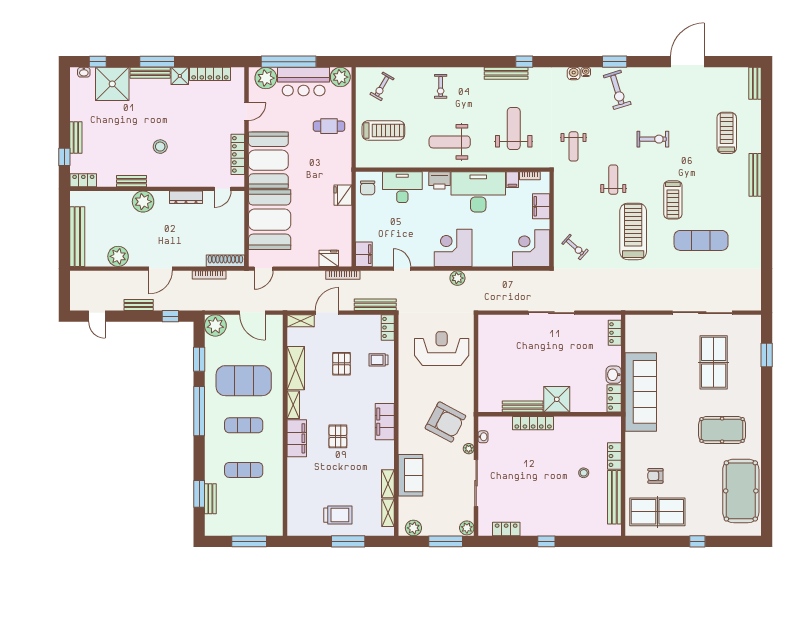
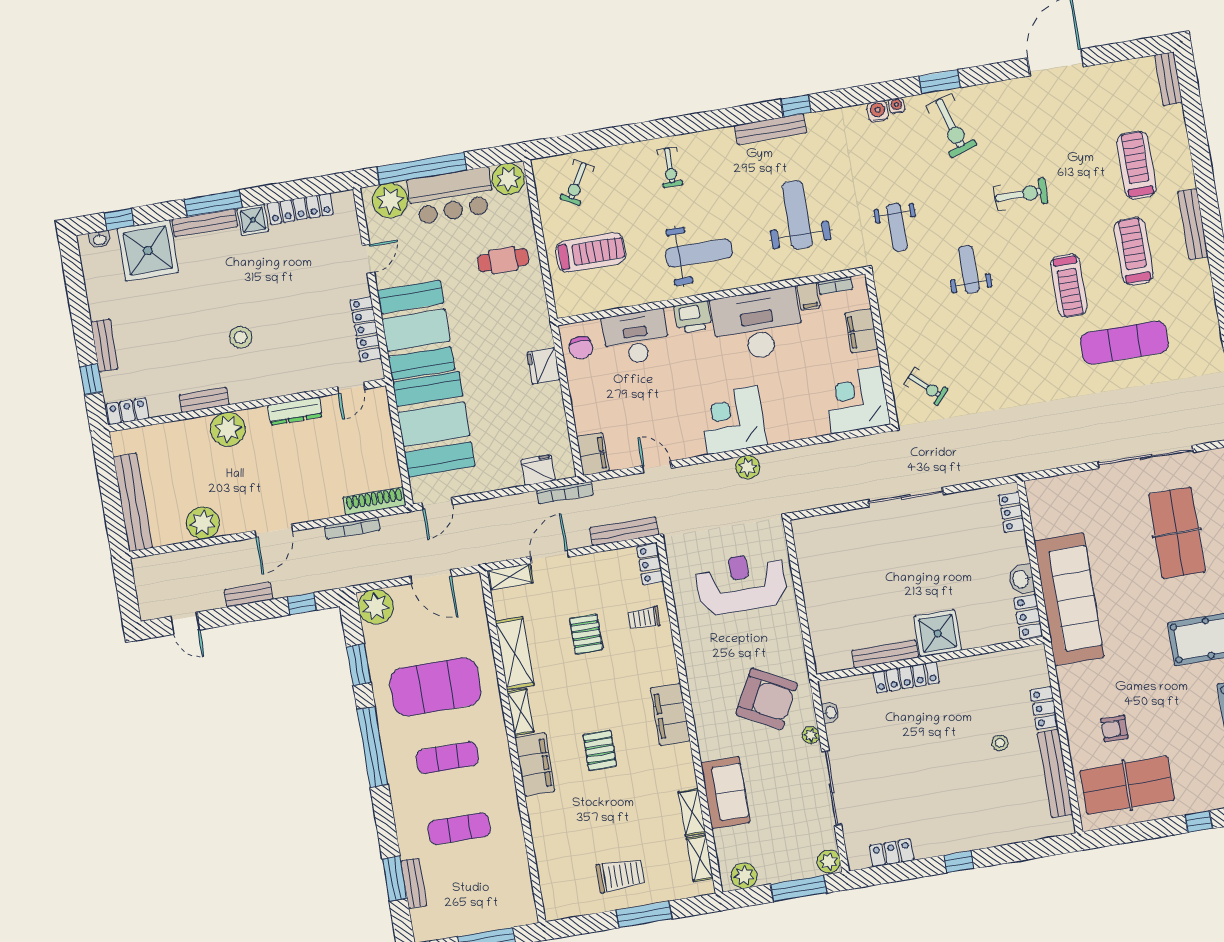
weight bench: (450, 142) -> (699, 253), turned 180
treadmill: (633, 231) -> (1134, 251), moved, width x0.73, depth x0.73

